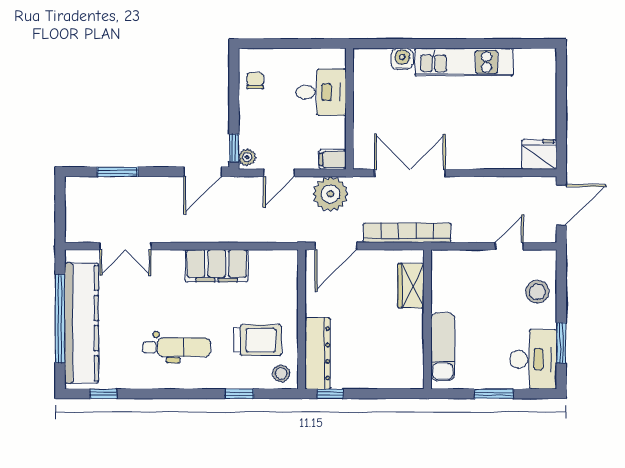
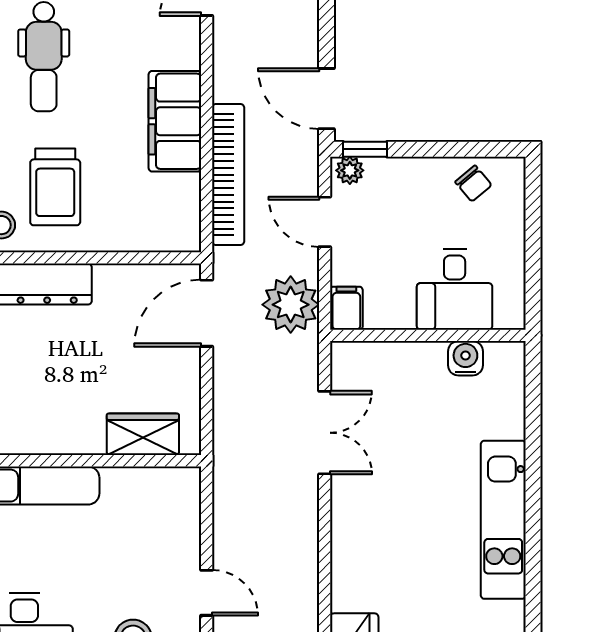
water cooler: (402, 59) -> (465, 358), moved, turned -90
chair: (255, 81) -> (473, 184), turned 50
double door: (410, 173) -> (325, 433), width x0.73
bookcase: (407, 233) -> (228, 175), moved
door: (336, 246) -> (207, 313), hinge flipped

